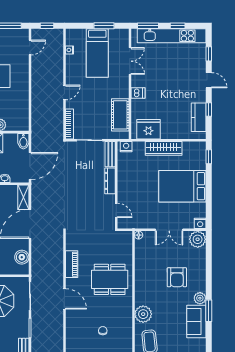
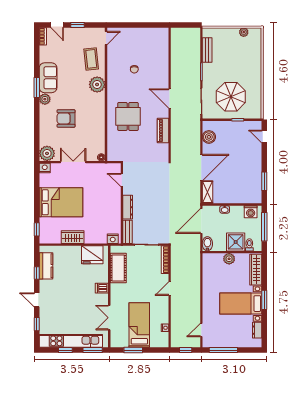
wardrobe: (164, 148) -> (73, 237), width x0.67
armchair: (177, 277) -> (66, 118), turned -90
dining table: (110, 279) -> (128, 116), width x0.73

